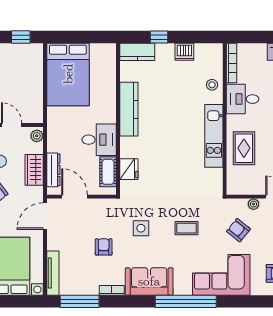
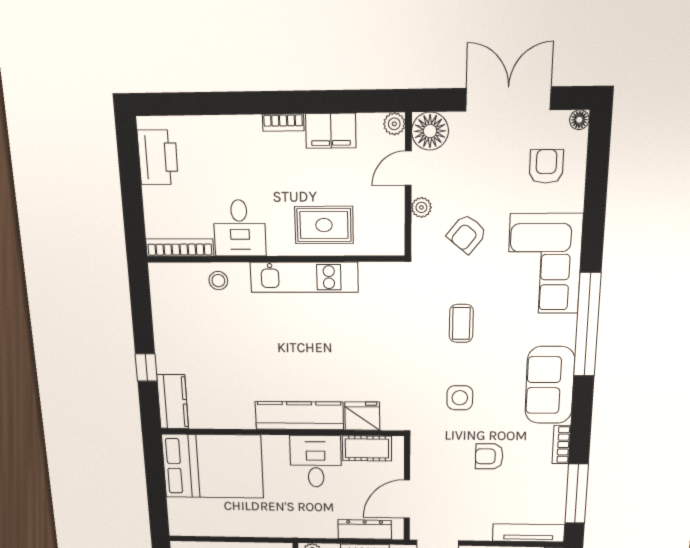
dishwasher: (184, 52) -> (167, 327), removed
bed: (68, 74) -> (213, 466), moved
kitchen counter: (129, 109) -> (299, 416), moved

